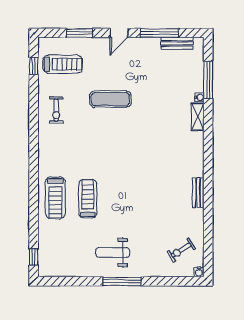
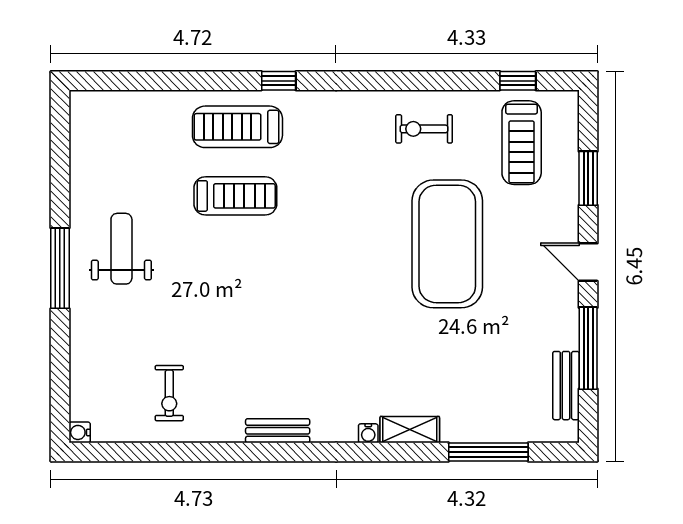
water cooler: (199, 97) -> (368, 433), moved
exercise mat: (110, 99) -> (447, 244), width x2.00, depth x1.45
bench: (198, 193) -> (278, 431), moved
exercise bike: (181, 250) -> (169, 393), moved, turned -148
window: (34, 257) -> (279, 81), moved

